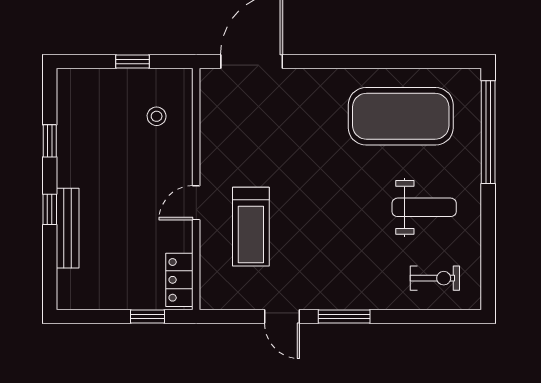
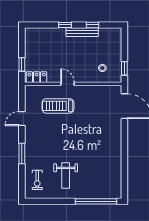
window: (132, 61) -> (124, 68), moved
exercise mat: (401, 116) -> (102, 166), removed
bench: (68, 228) -> (82, 32), moved
window: (344, 317) -> (22, 153), moved

